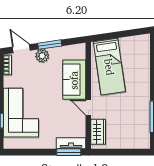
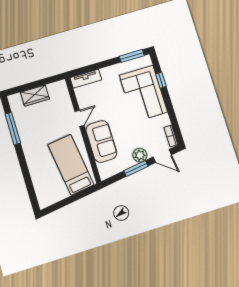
door: (88, 107) -> (80, 118), hinge flipped
wardrobe: (98, 132) -> (35, 96), moved, turned -90
window: (69, 152) -> (132, 56), moved

